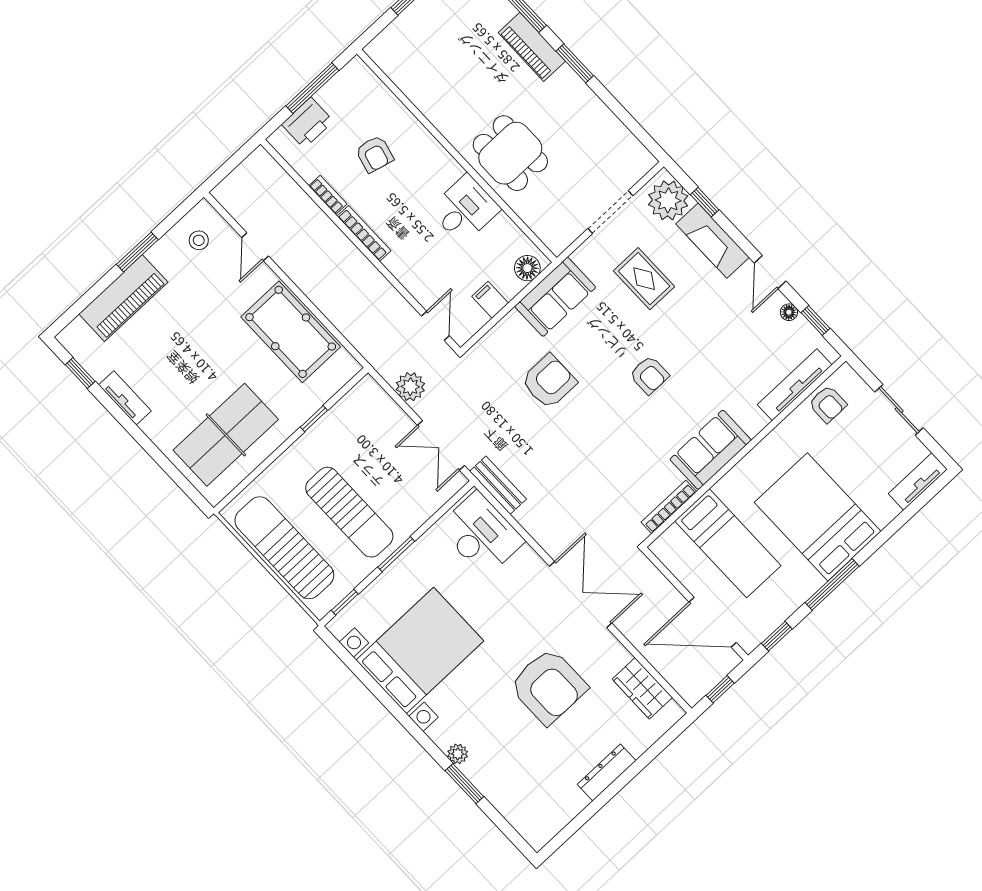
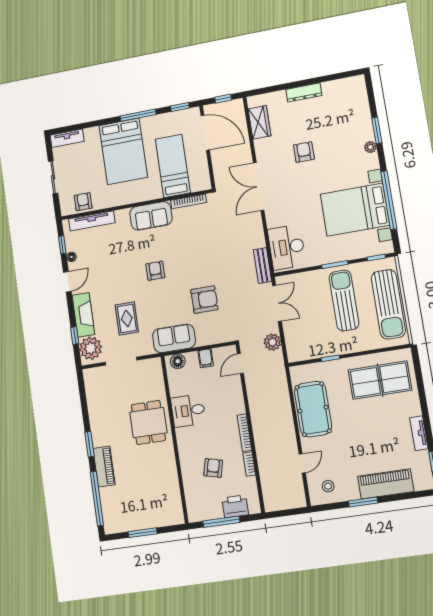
armchair: (549, 381) -> (204, 300), turned 180
armchair: (548, 686) -> (304, 152), width x0.53, depth x0.53
window: (381, 695) -> (389, 200), added

